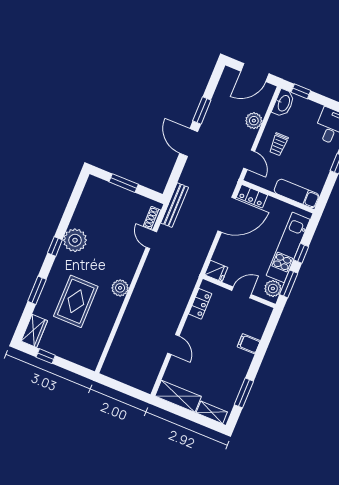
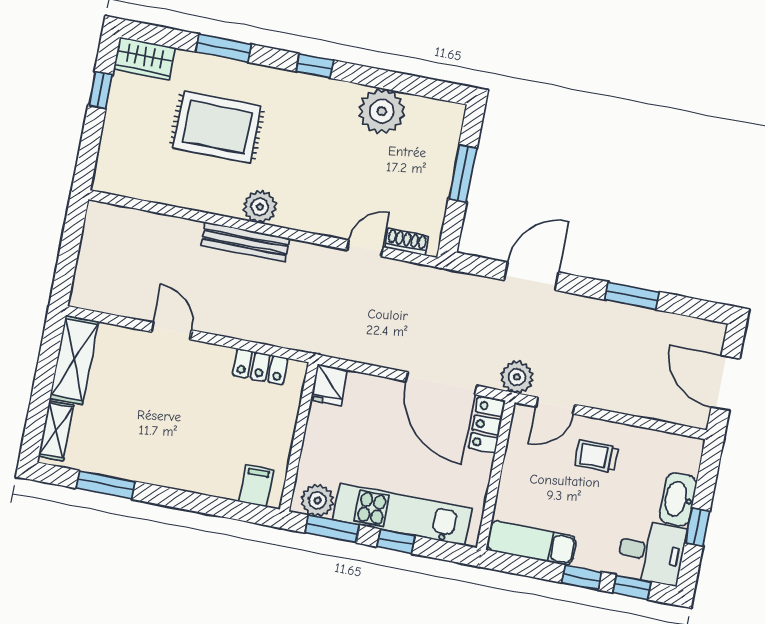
window: (301, 91) -> (697, 527), moved
washbasin: (283, 103) -> (678, 499), moved, turned 90
plant: (254, 121) -> (517, 377), moved
door: (189, 142) -> (531, 276), moved
exam couch: (297, 193) -> (532, 543), moved, turned -90
bench: (175, 205) -> (245, 242), moved
plant: (75, 240) -> (382, 111), moved
door: (241, 292) -> (298, 442), removed
filing cabinet: (249, 344) -> (256, 486), moved
door: (173, 345) -> (172, 331), swing flipped

